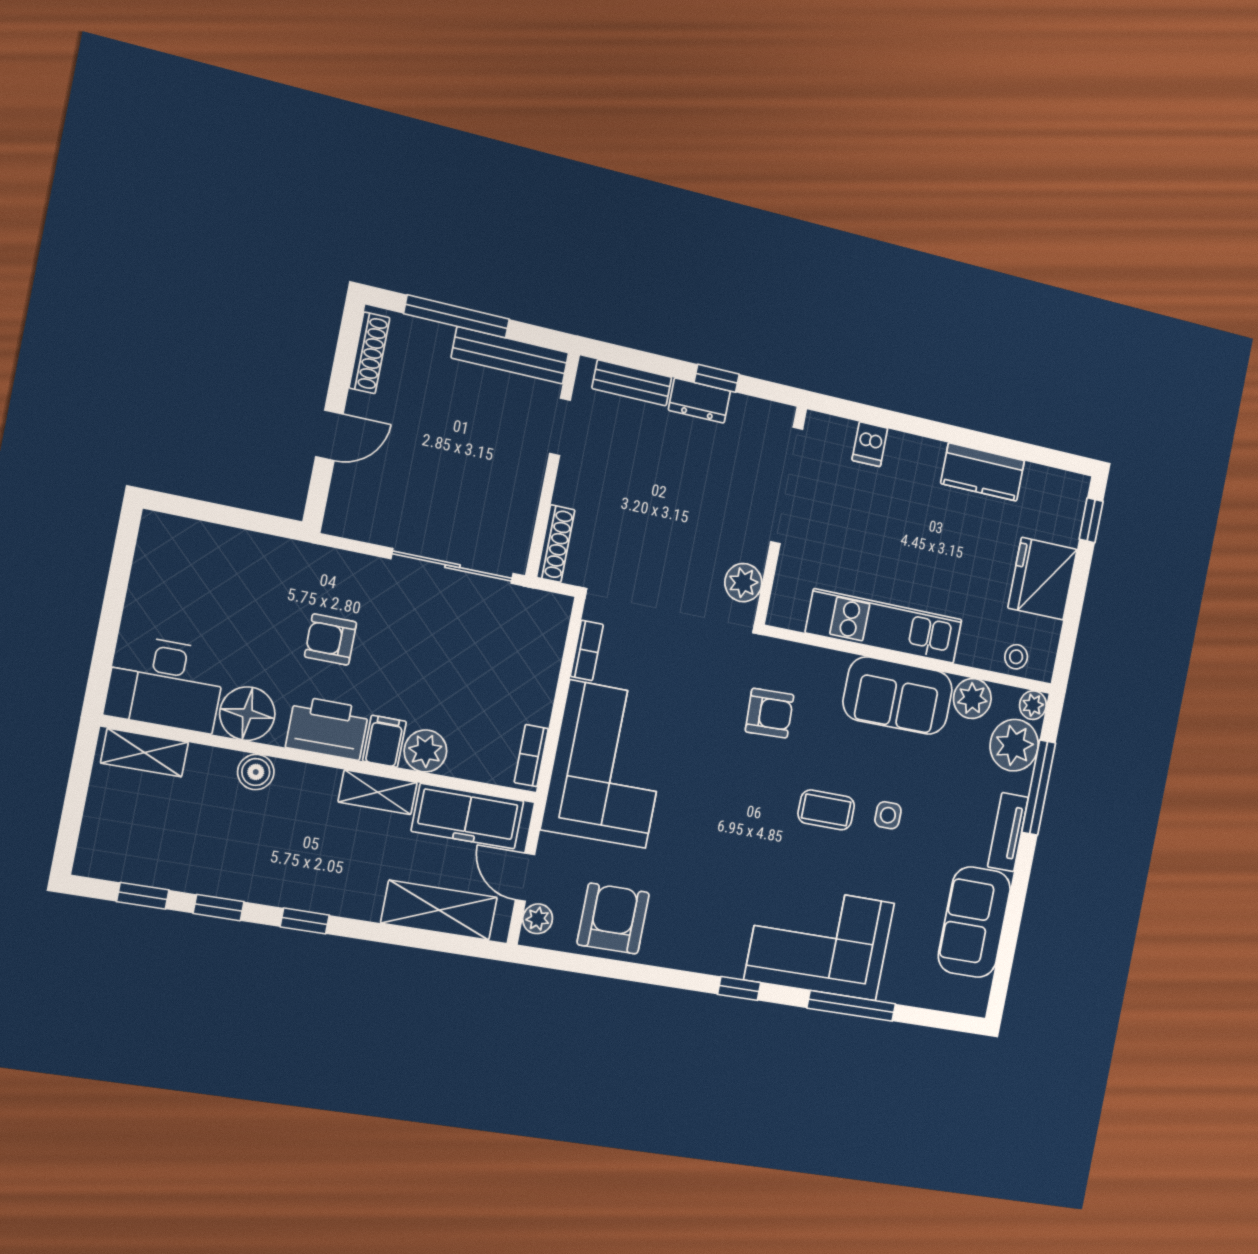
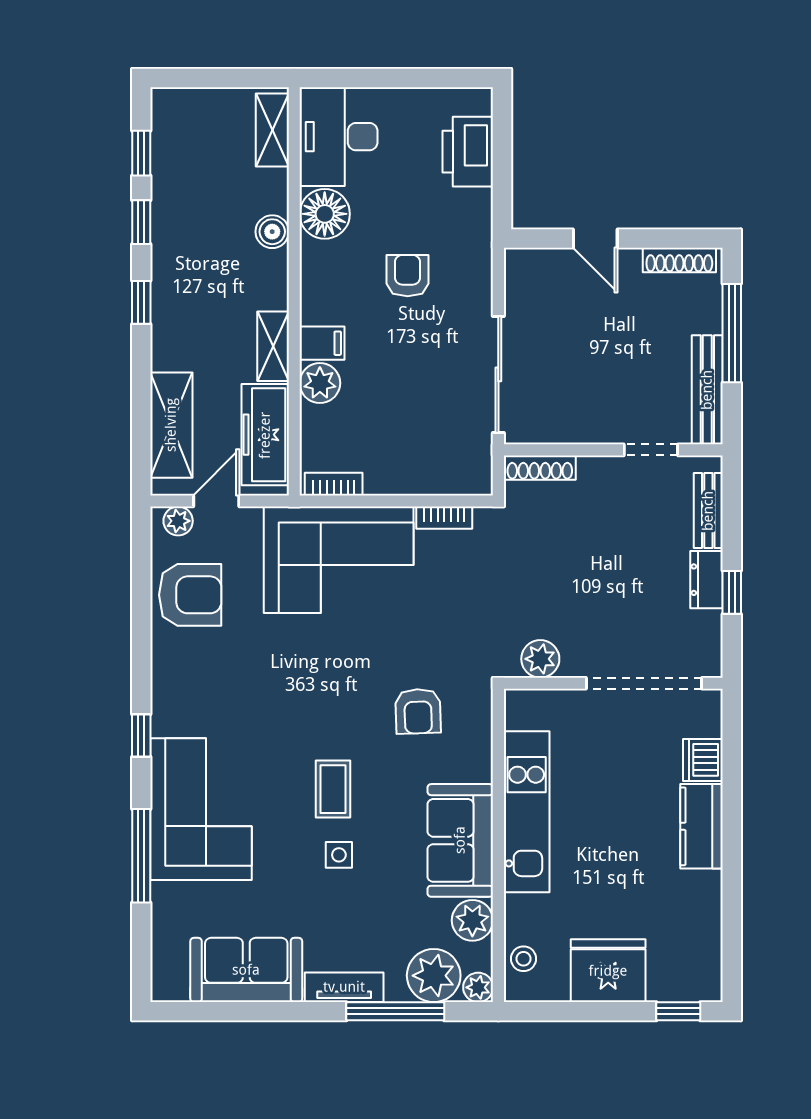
dishwasher: (870, 444) -> (703, 760), width x1.38
kitchen counter: (983, 472) -> (701, 826), moved
printer: (327, 728) -> (468, 152), moved, turned 180

